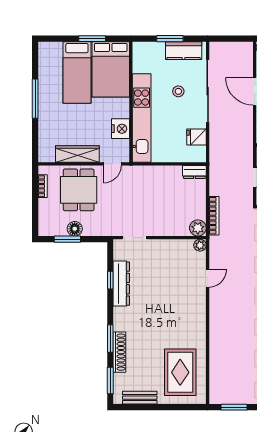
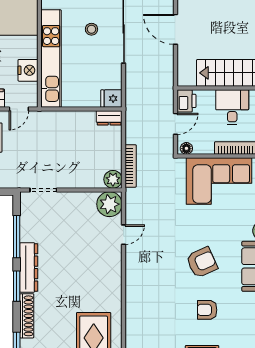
fridge: (196, 137) -> (111, 99), moved
plant: (200, 245) -> (109, 204), width x1.87, depth x1.87
window: (110, 280) -> (17, 237), width x2.17
dresser: (121, 284) -> (29, 267), moved
window: (110, 338) -> (17, 286), moved

